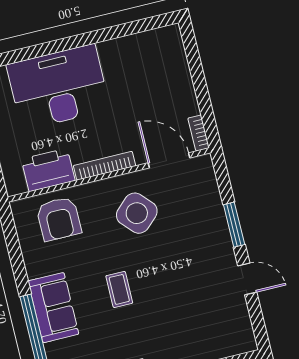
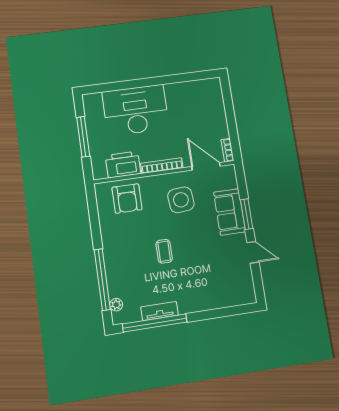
side table: (137, 213) -> (181, 200), turned 38
sofa: (53, 308) -> (230, 212), moved, turned 180

